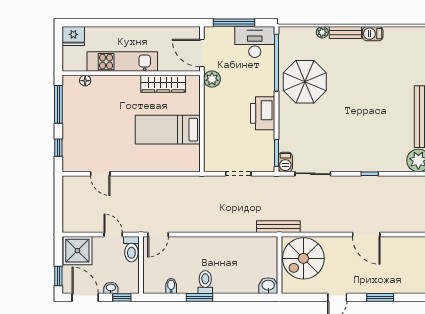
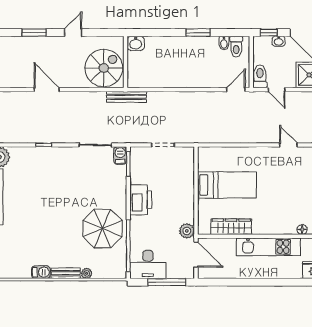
toilet: (205, 282) -> (236, 47), moved

